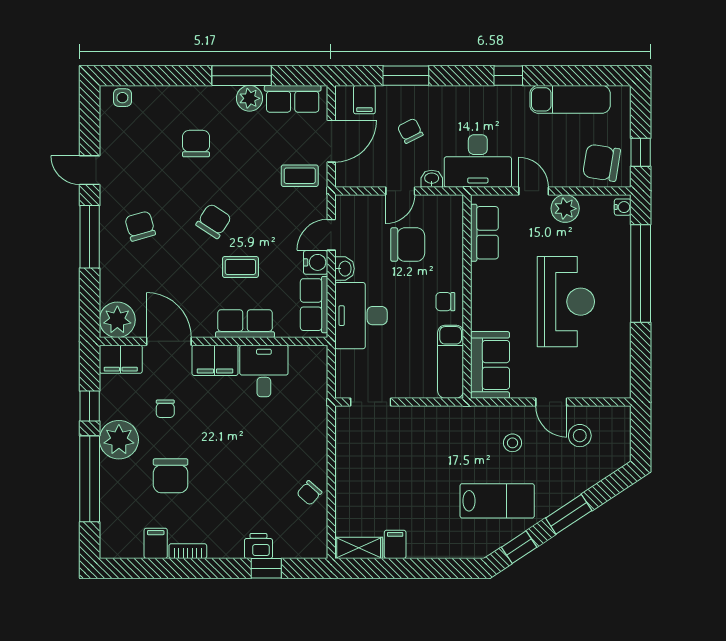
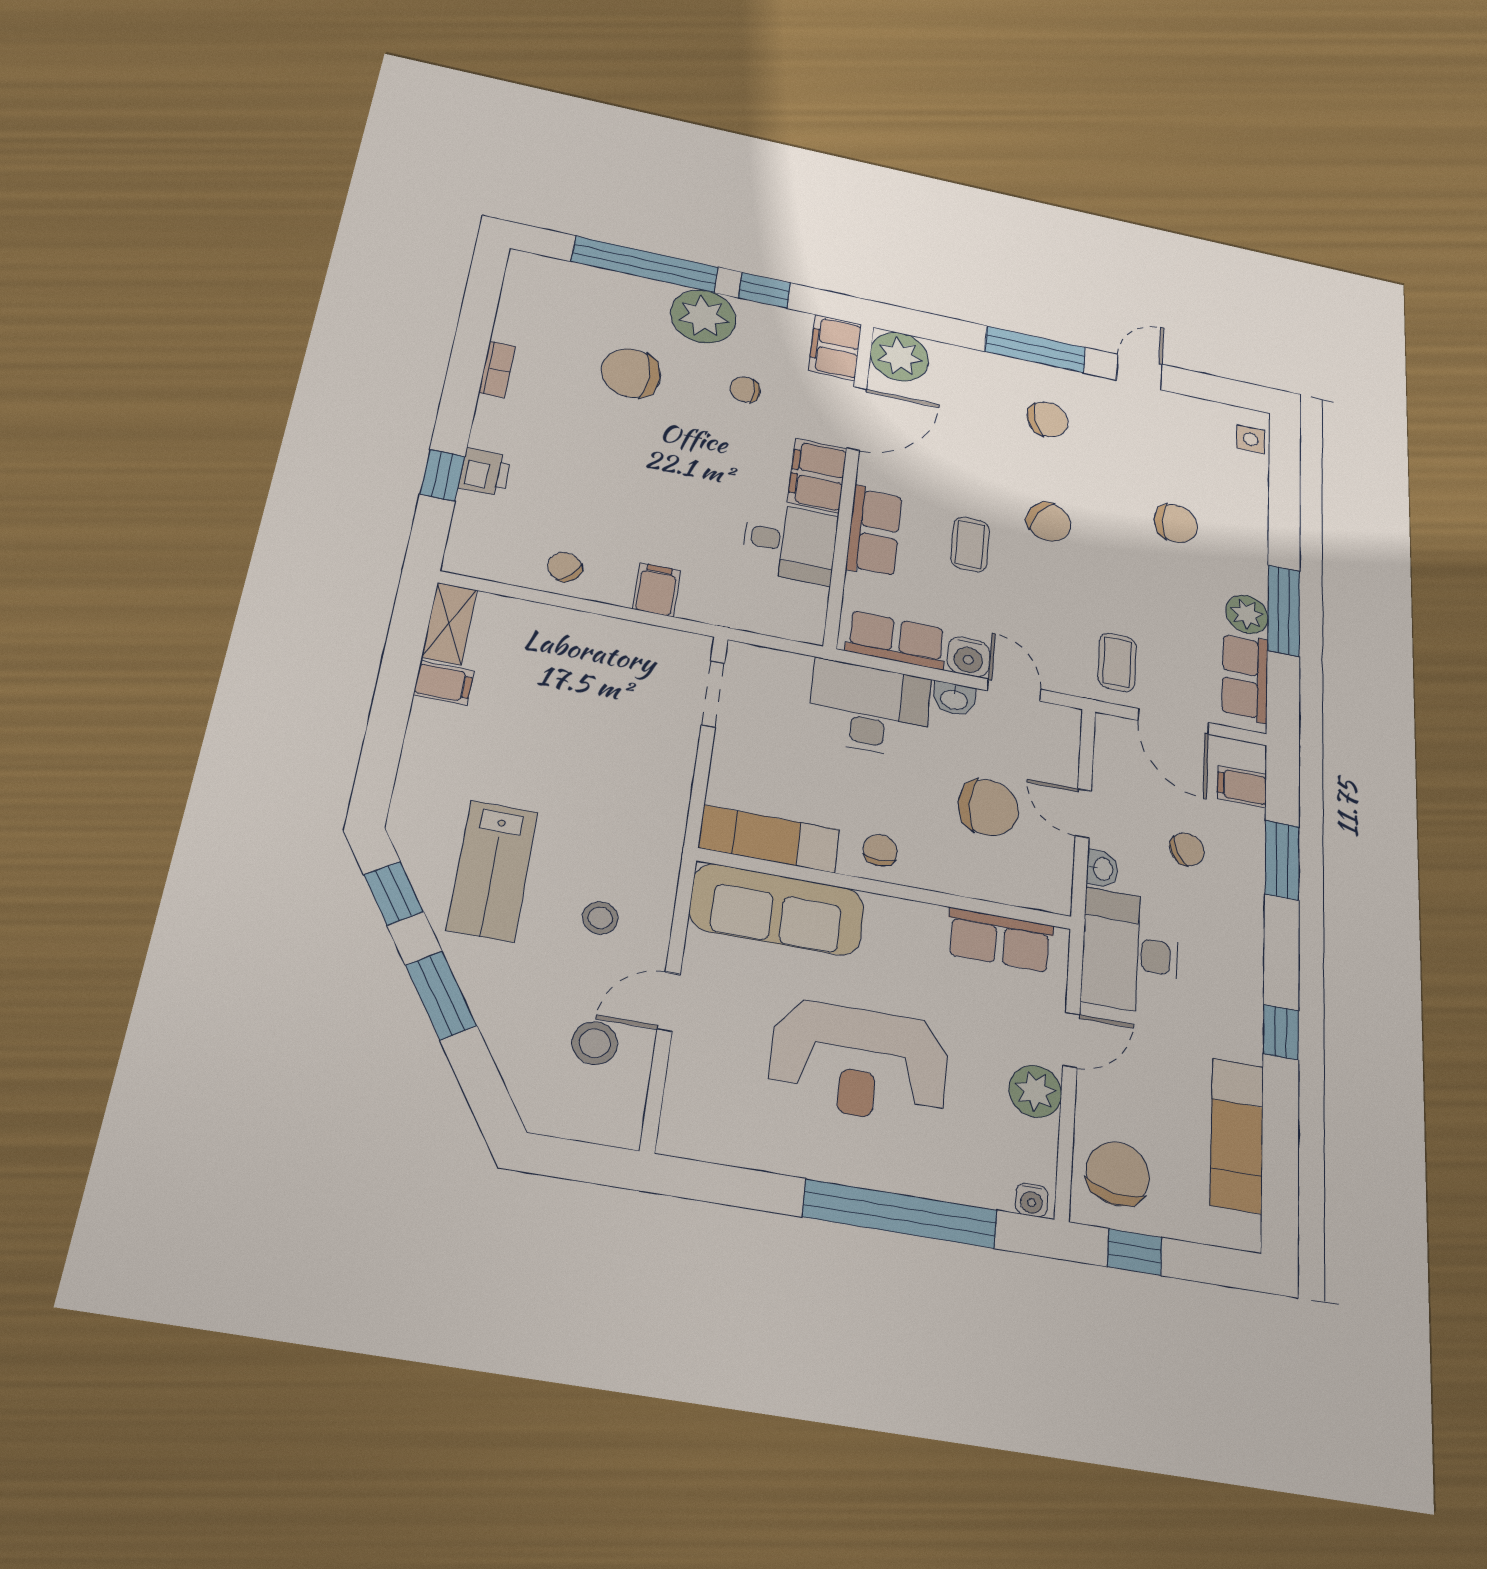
chair: (408, 245) -> (988, 808), turned -90
sofa: (490, 365) -> (777, 909), width x1.36
filing cabinet: (156, 543) -> (656, 590), moved, turned -90

